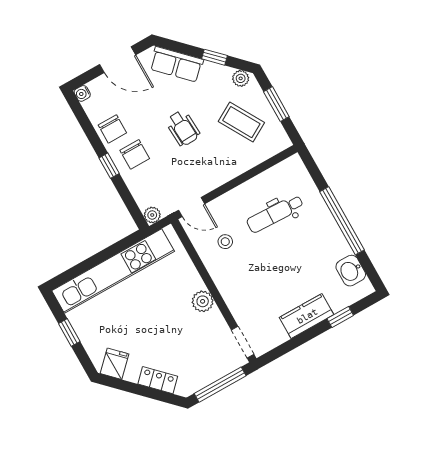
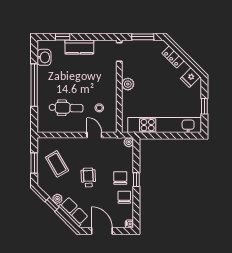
plant: (241, 78) -> (57, 199), moved
door: (192, 207) -> (94, 135), moved
window: (220, 385) -> (143, 37), width x0.69

